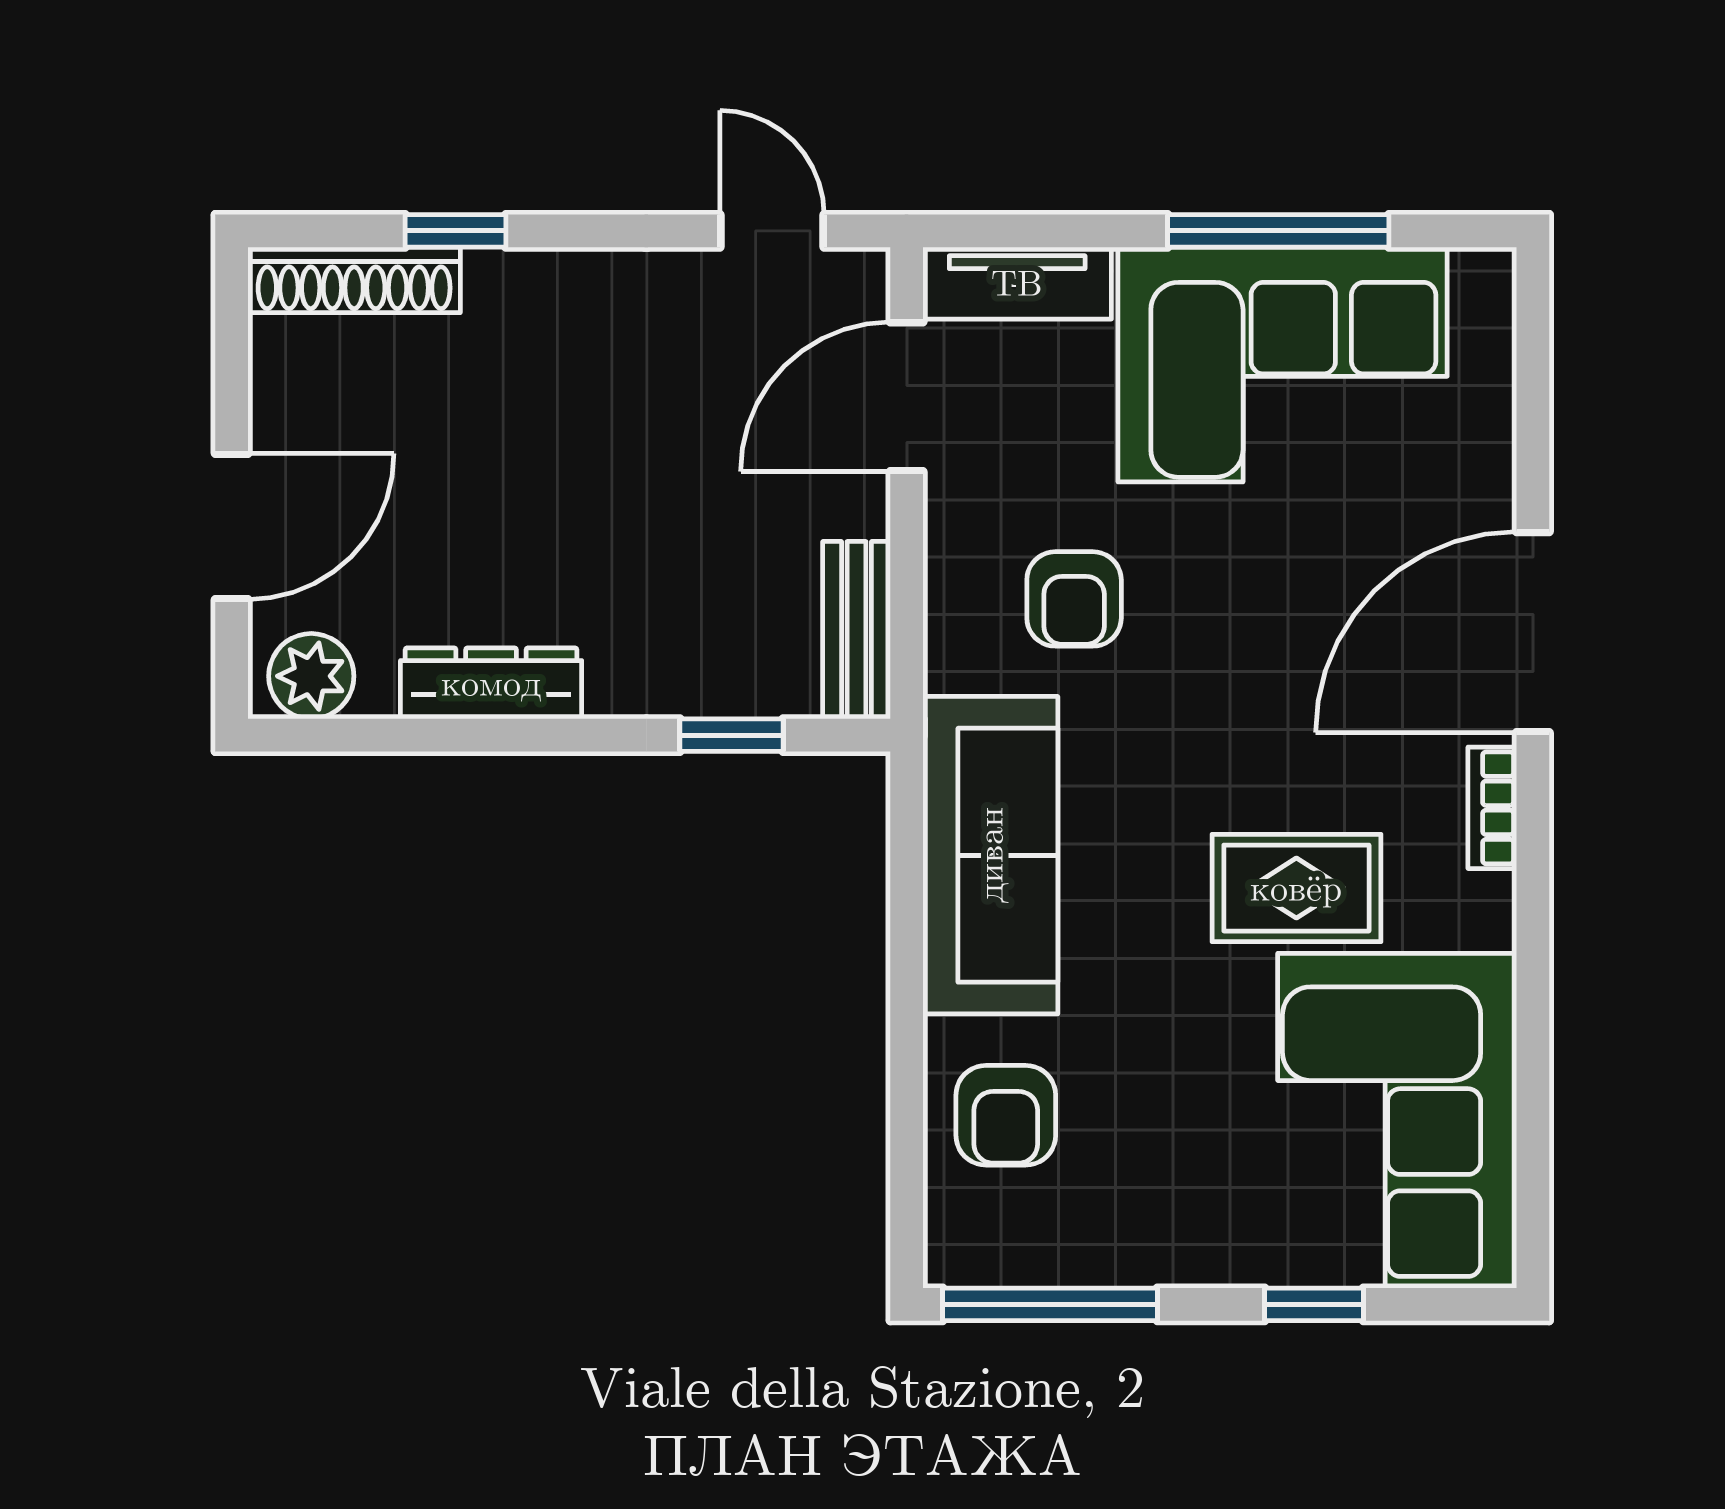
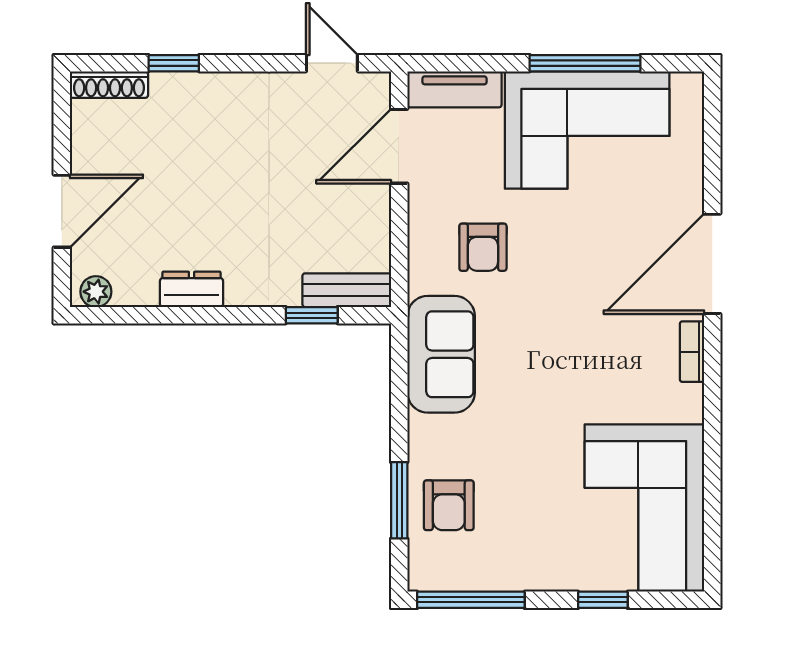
shoe rack: (354, 280) -> (109, 85), width x0.74, depth x0.81
bench: (856, 630) -> (347, 290), moved, turned 90
plant: (311, 676) -> (96, 292), width x0.73, depth x0.73
dresser: (491, 683) -> (192, 289), width x0.70
sofa: (990, 855) -> (441, 354), width x0.73
rug: (1296, 888) -> (594, 392), removed
window: (907, 1105) -> (399, 500), added

